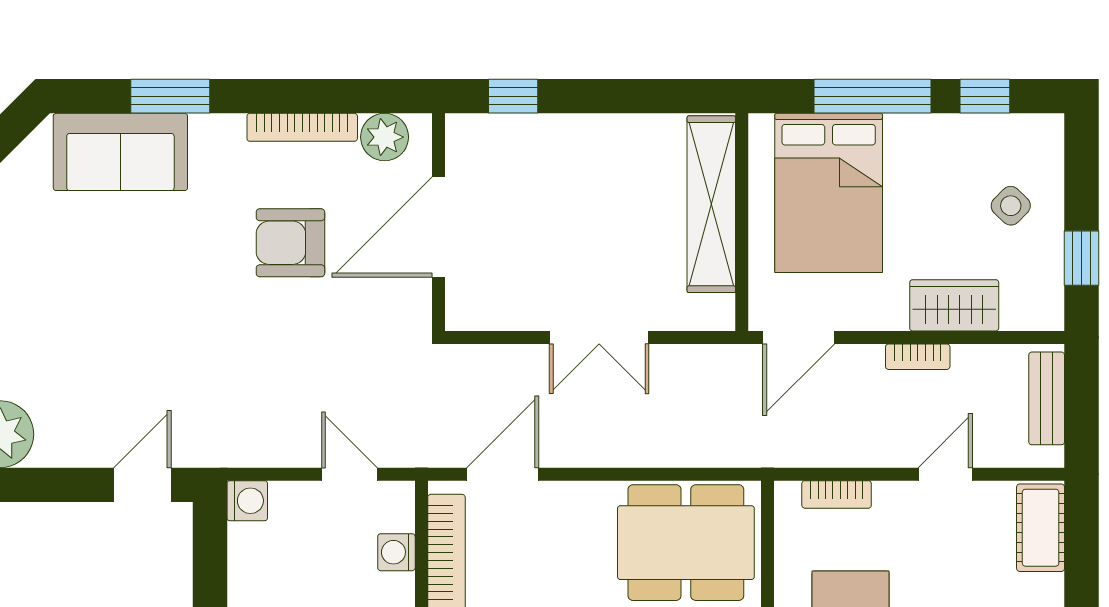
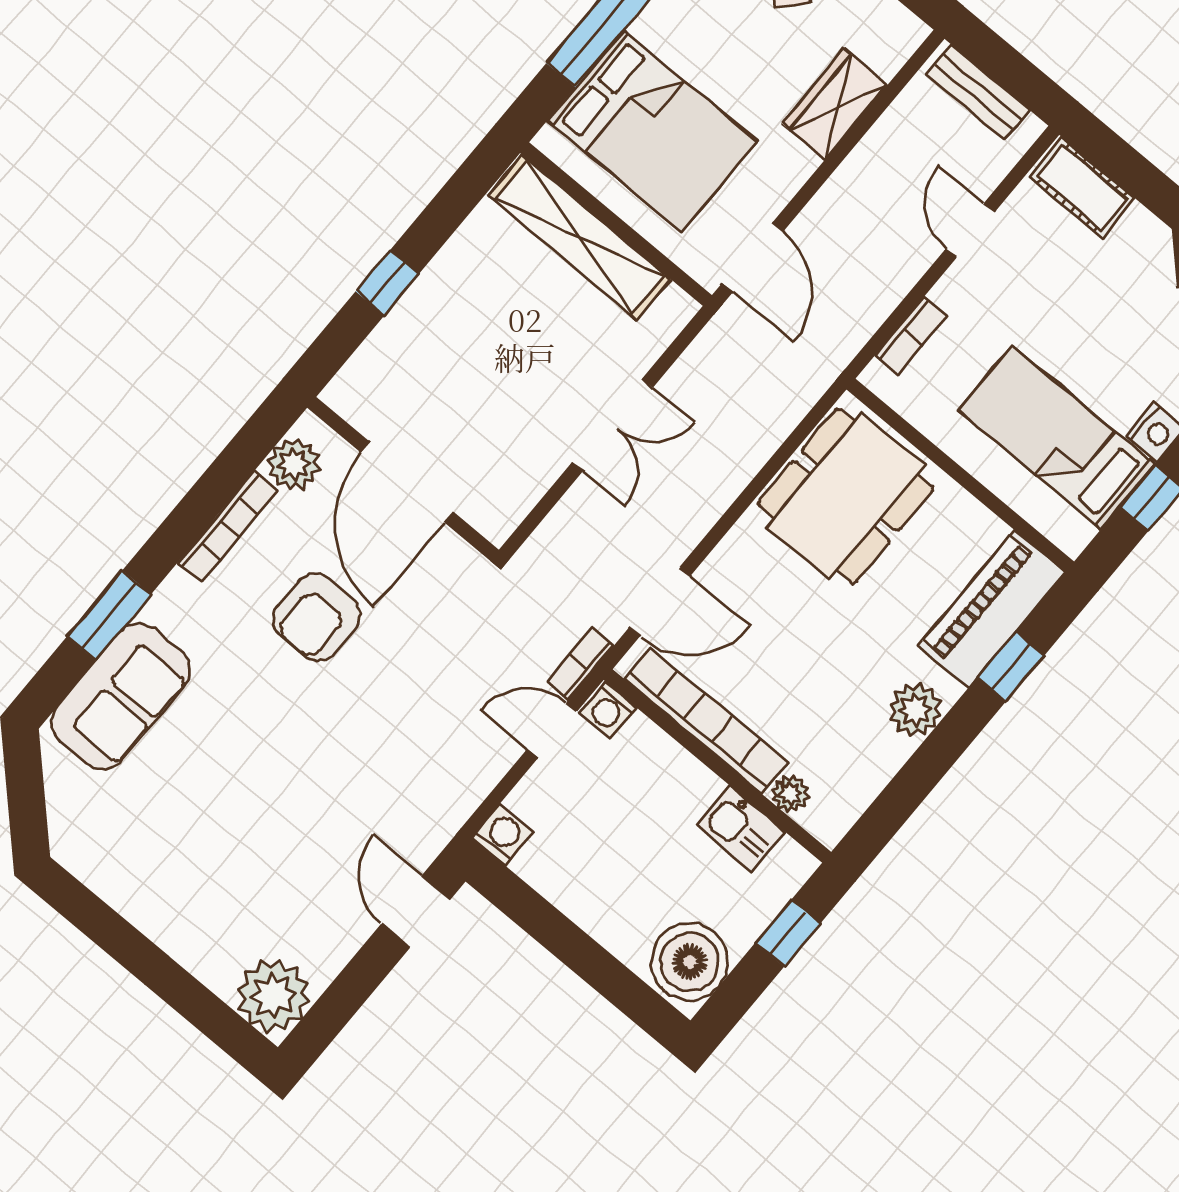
window: (513, 96) -> (387, 283), moved
bookcase: (918, 357) -> (580, 664), moved, turned 180
door: (503, 474) -> (660, 602), swing flipped
washing machine: (396, 552) -> (608, 710), moved

